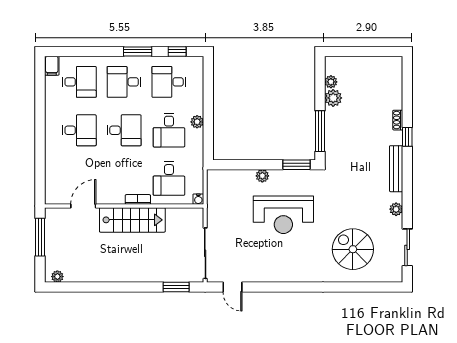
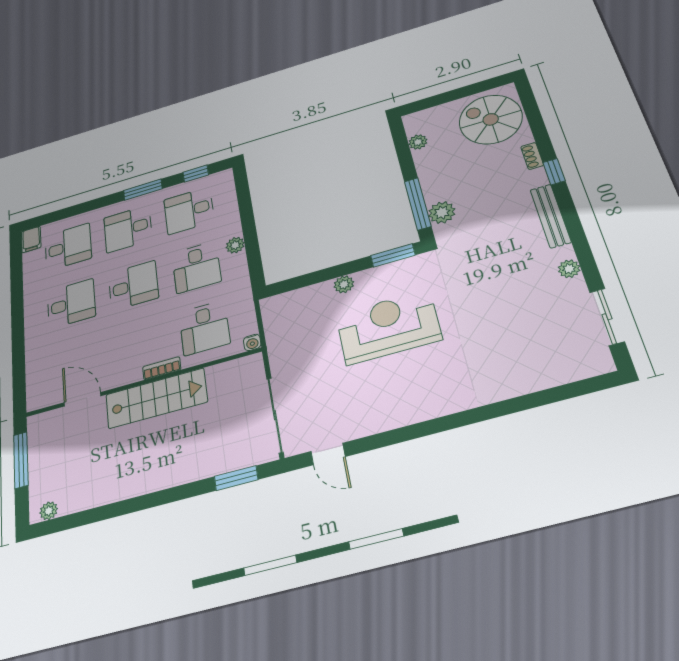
plant: (333, 98) -> (442, 212), moved
door: (83, 206) -> (82, 399), hinge flipped
reception desk: (283, 215) -> (388, 327), turned 180
spiral stairs: (353, 249) -> (491, 119), moved

